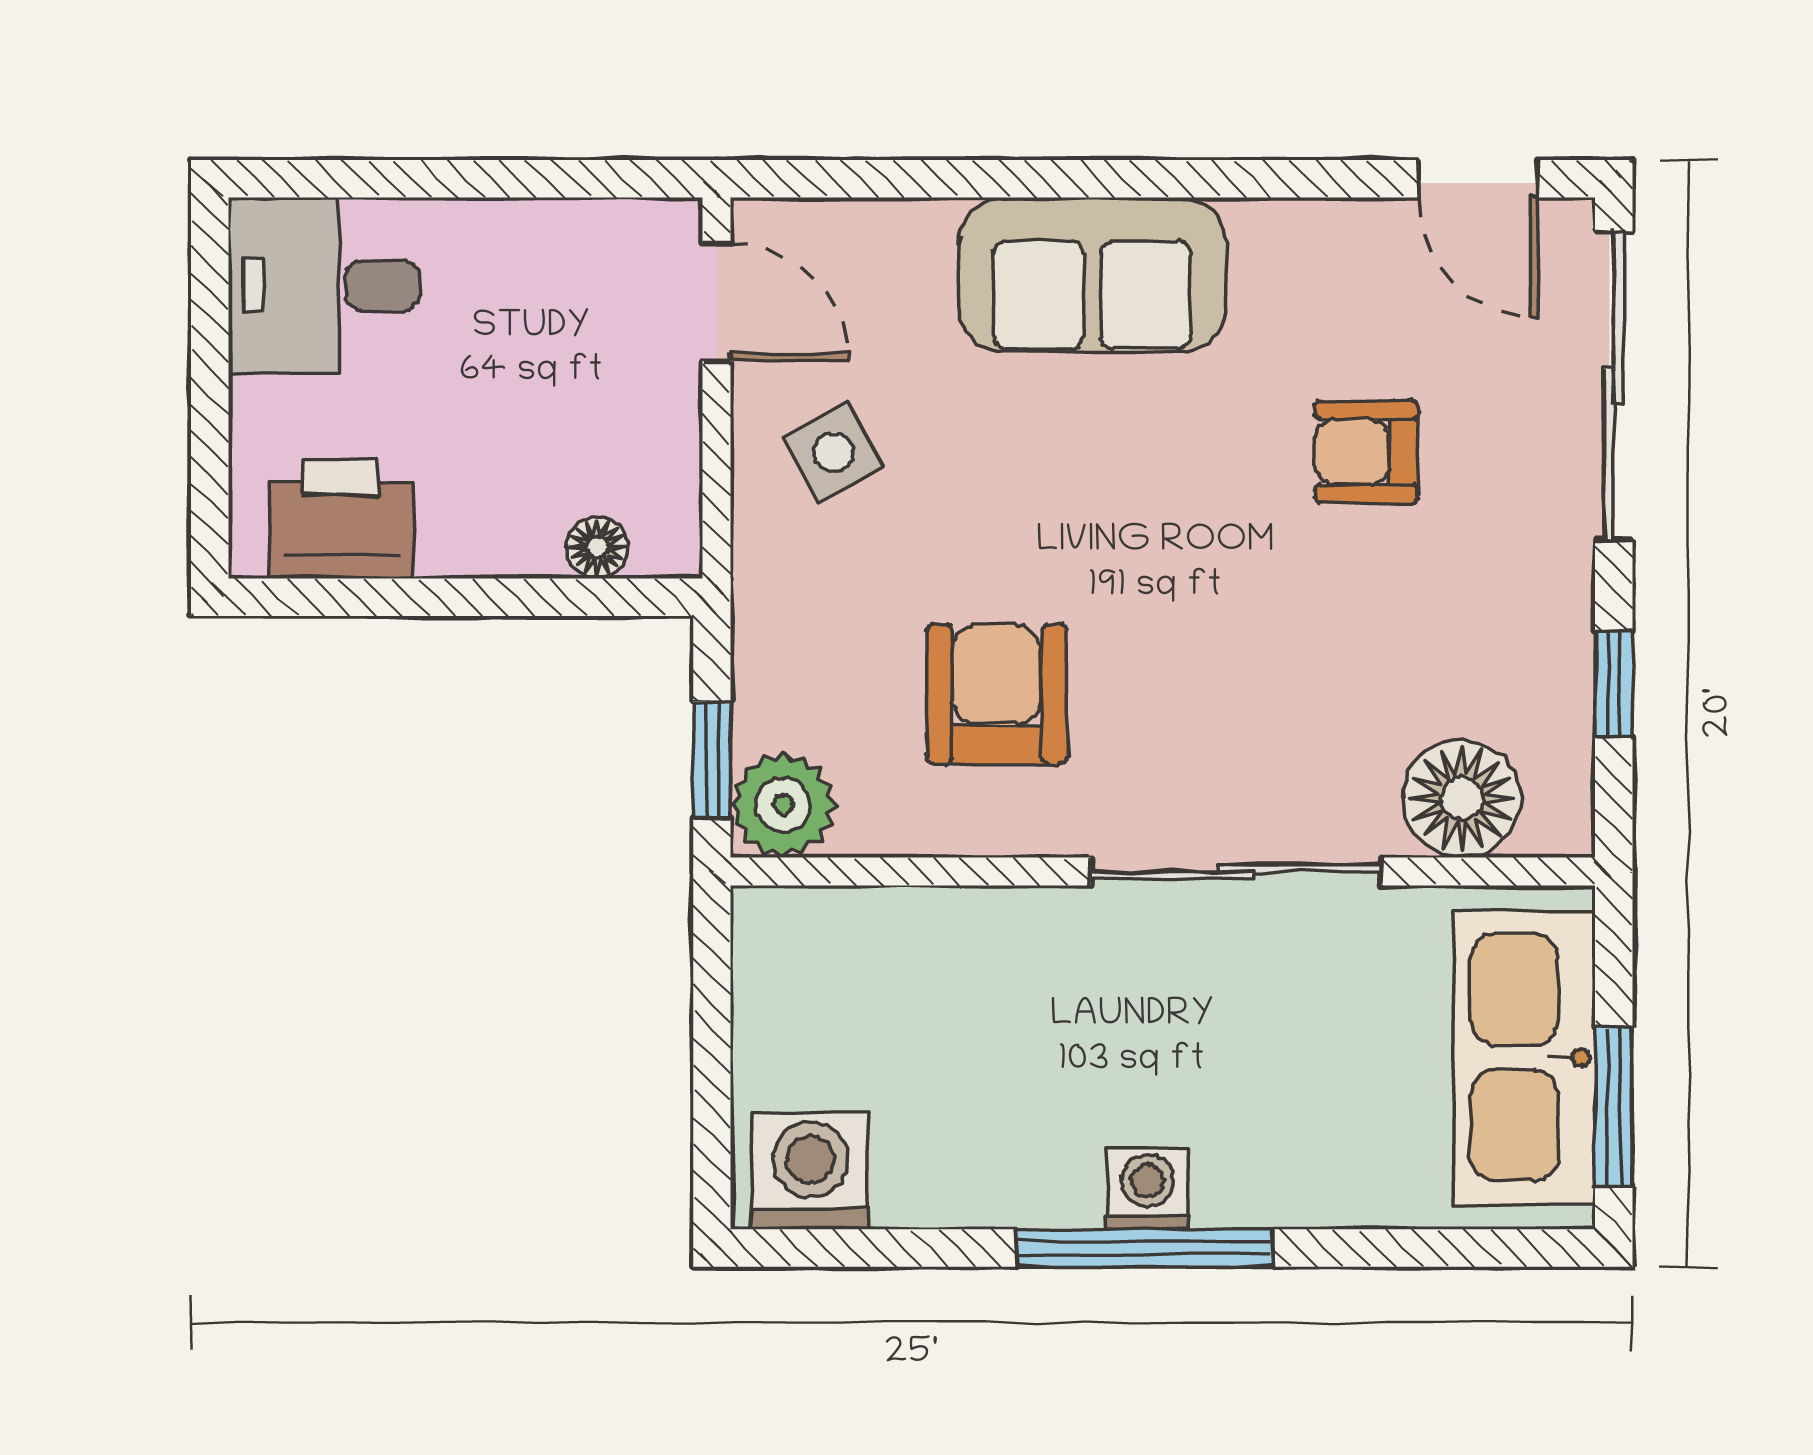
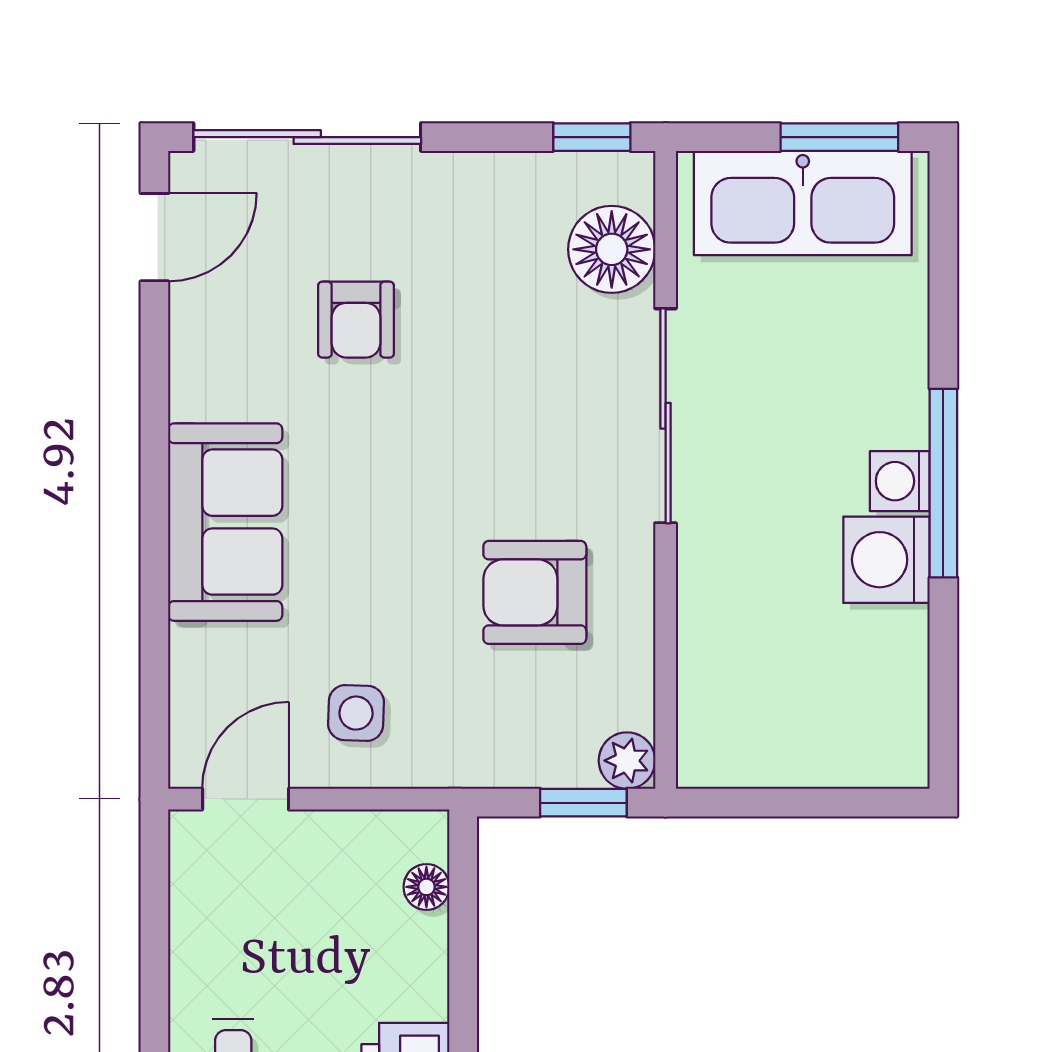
side table: (833, 452) -> (356, 713), turned 31
window: (1614, 684) -> (592, 137), moved
plant: (783, 805) -> (627, 761), width x0.73, depth x0.73
washing machine: (810, 1171) -> (887, 560), moved

